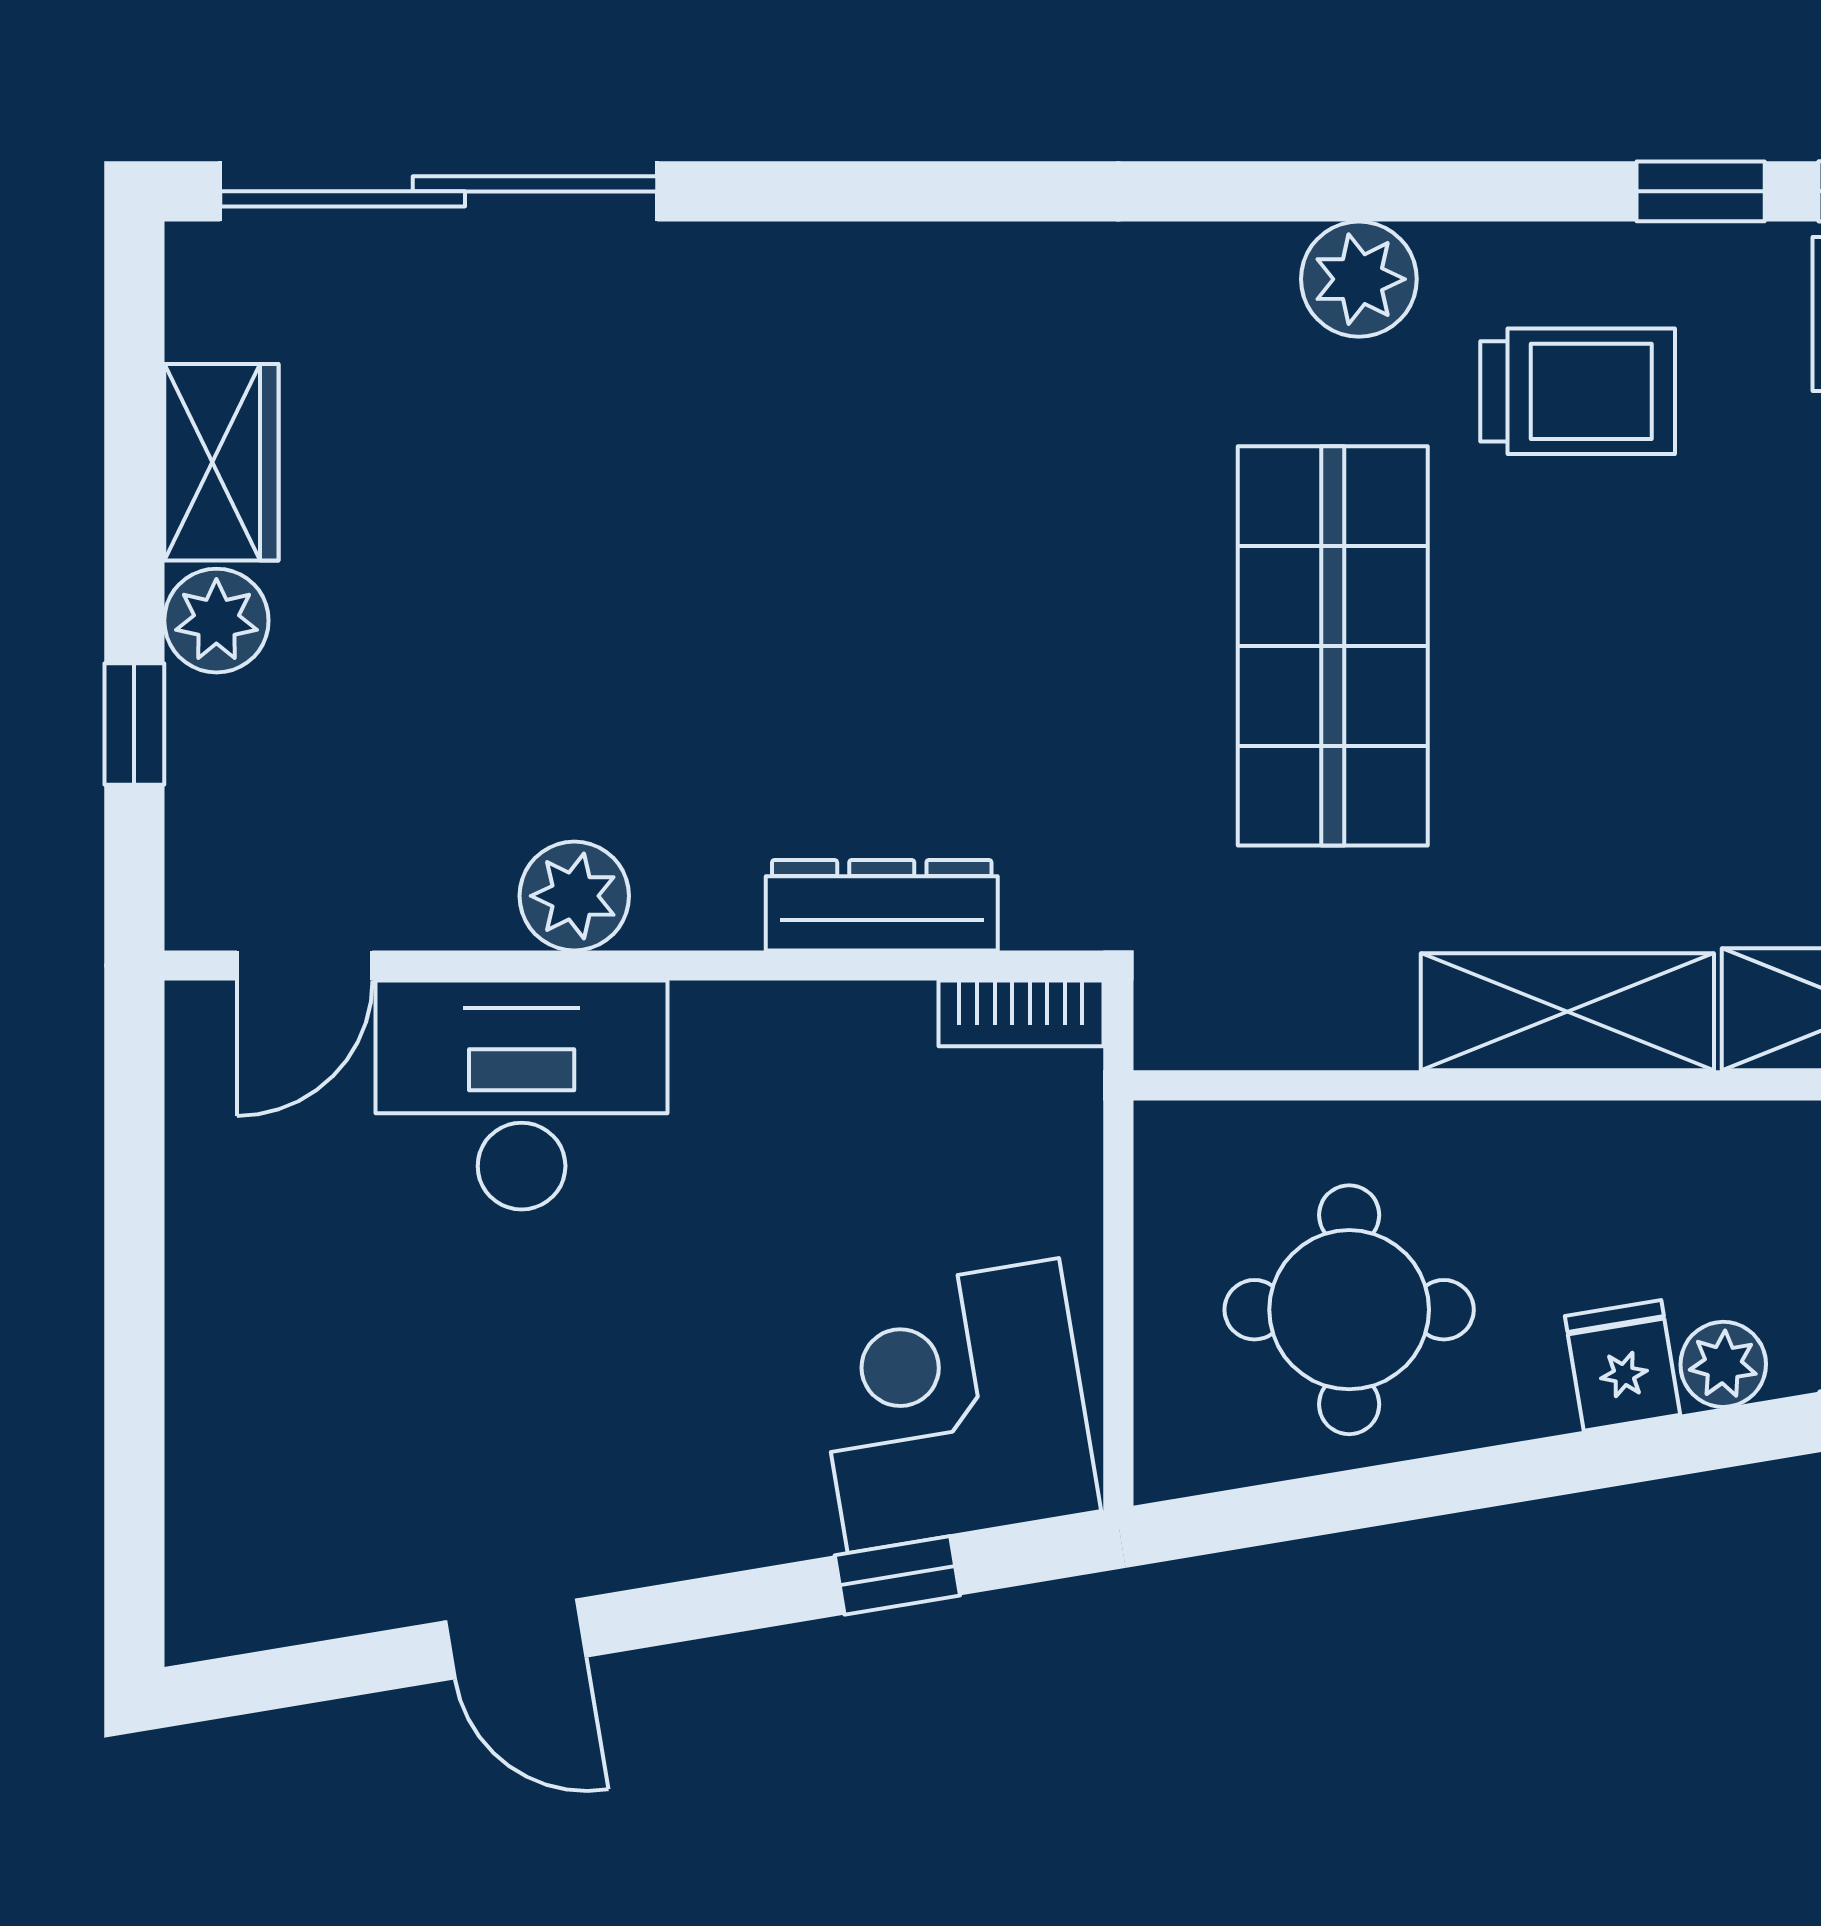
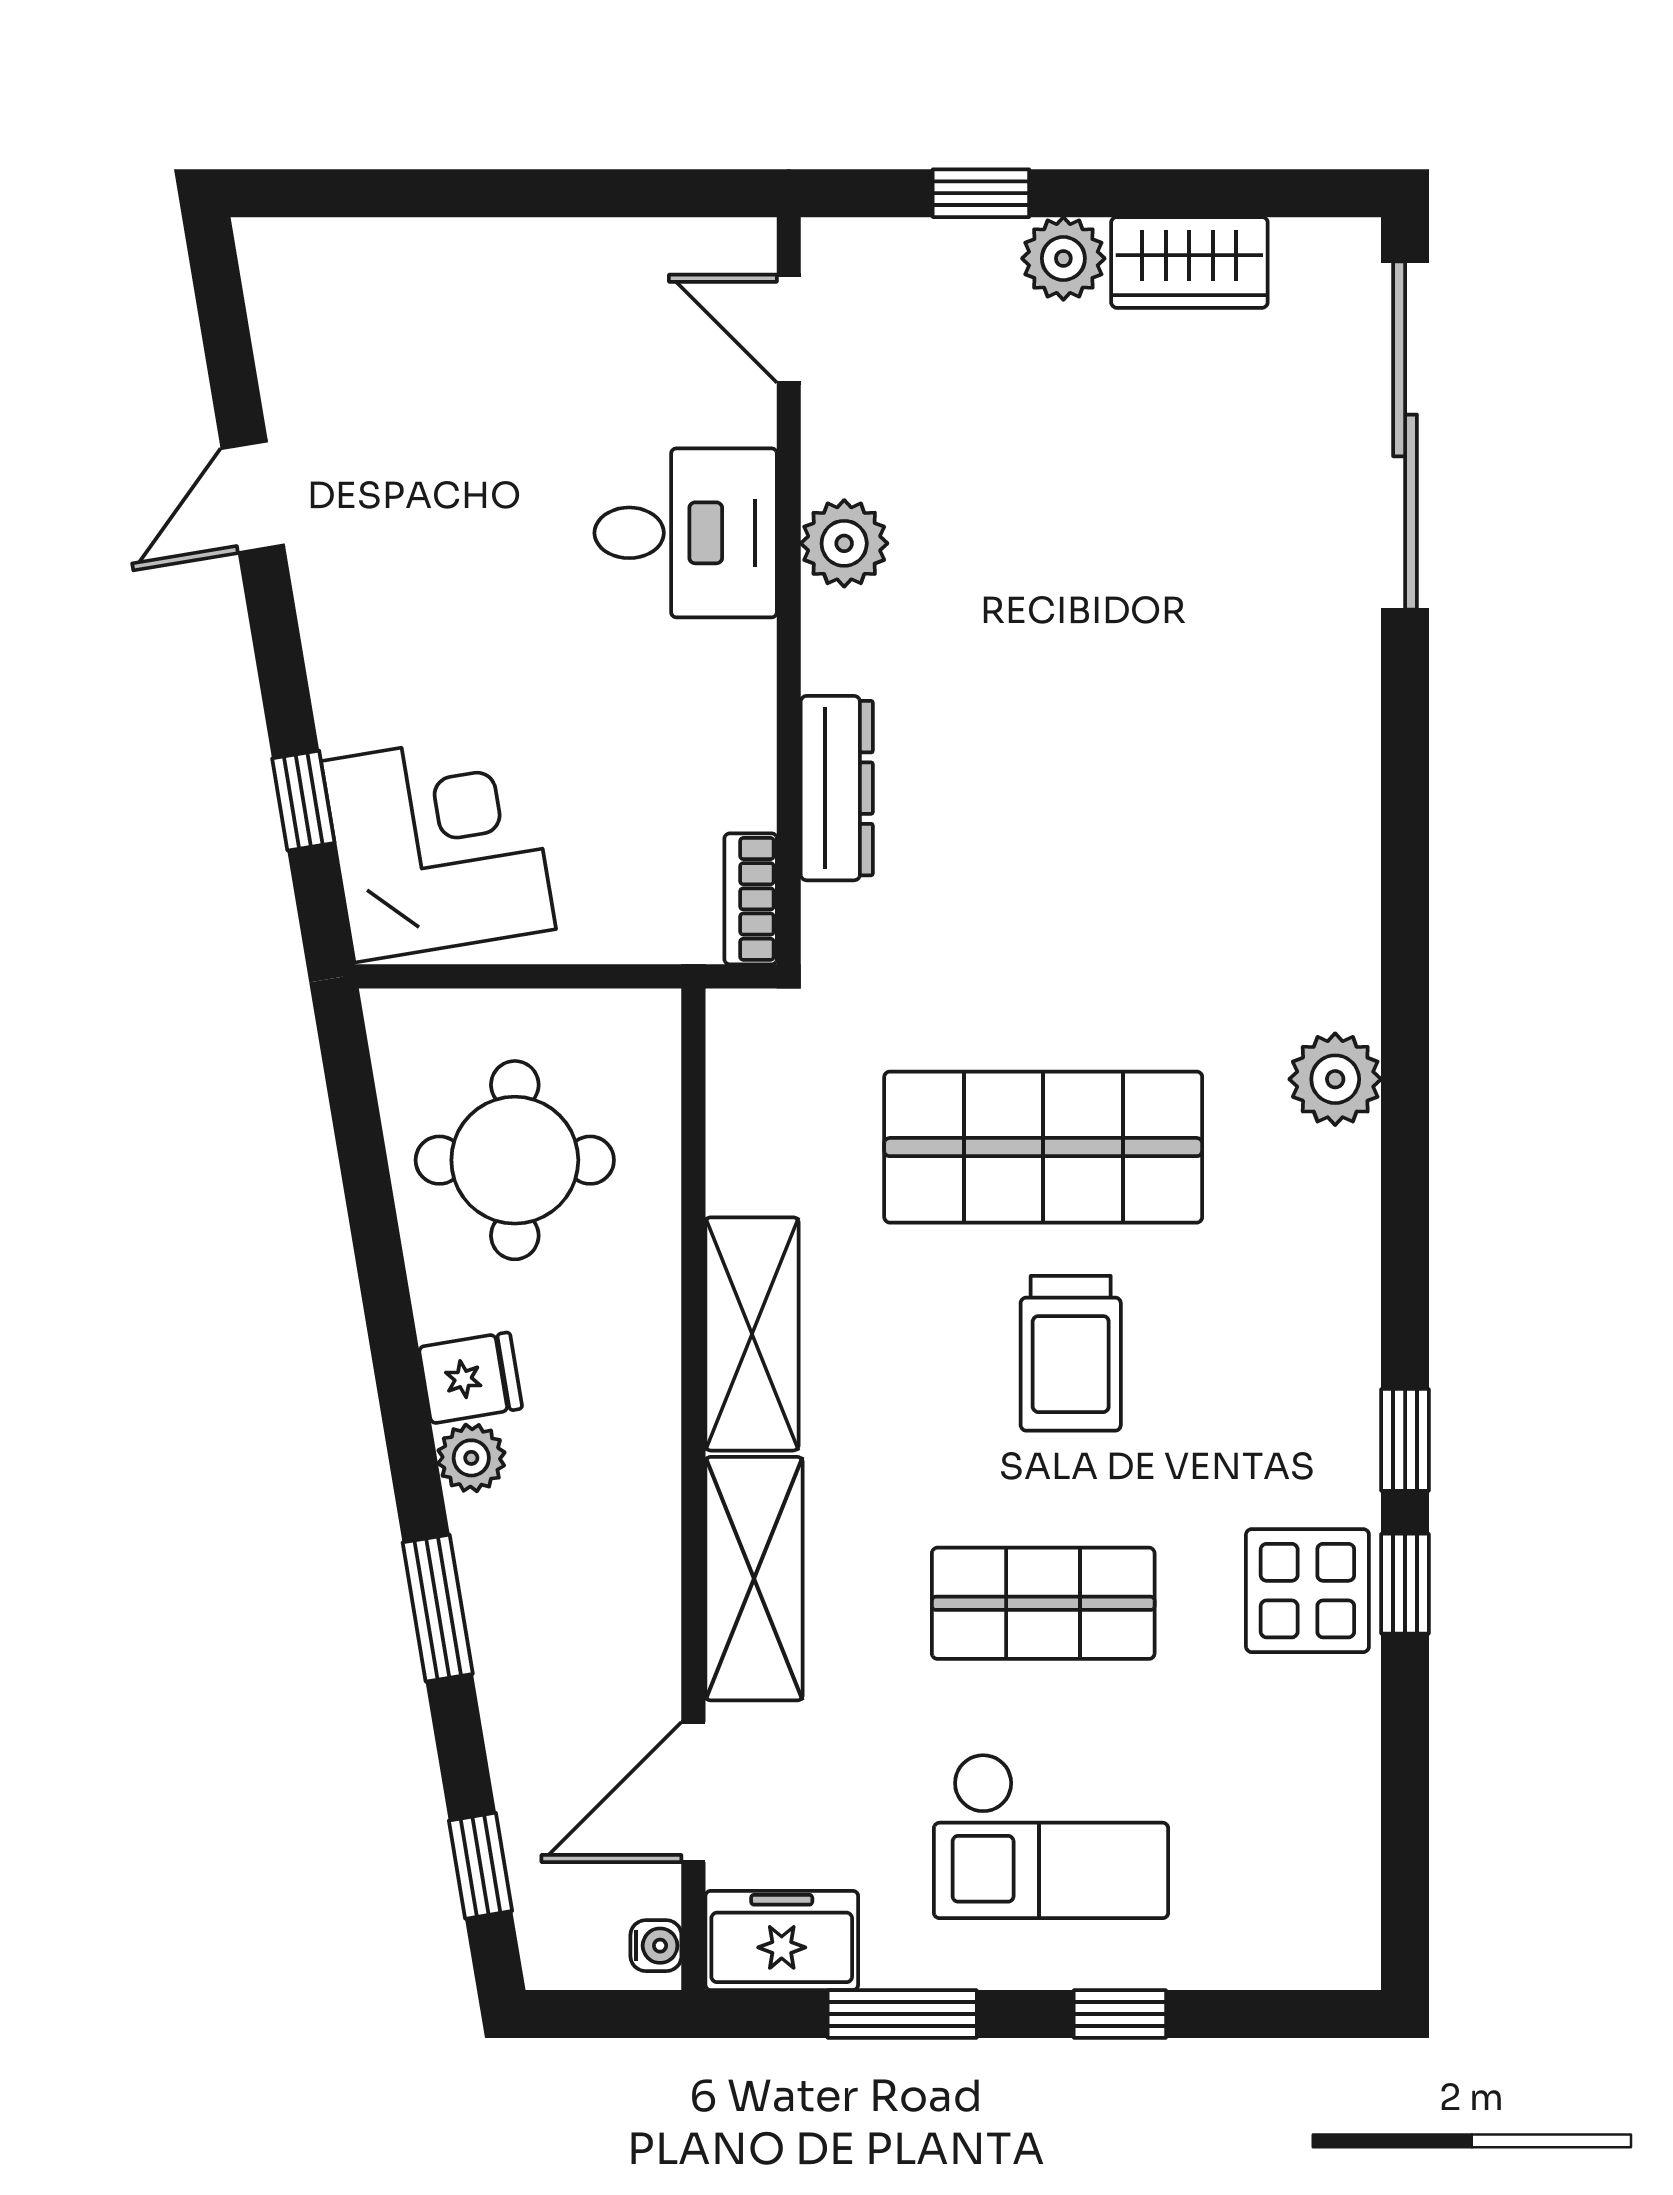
plant: (1359, 279) -> (1335, 1079), moved
trolley: (1578, 391) -> (1071, 1353), moved
desk: (522, 1095) -> (686, 533), width x0.73

